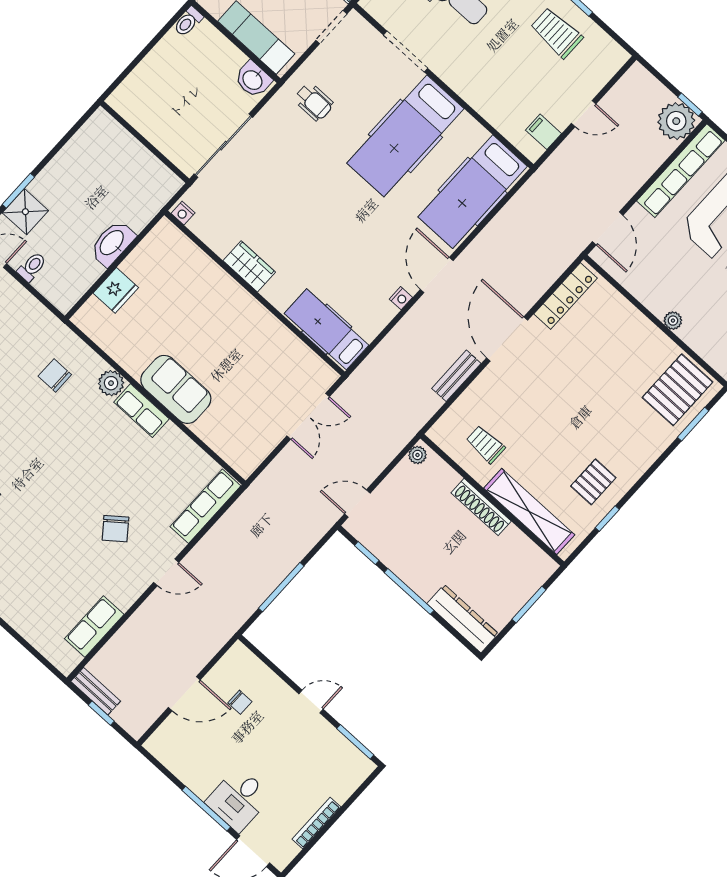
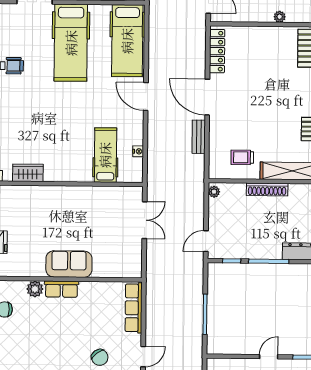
wardrobe: (249, 266) -> (28, 173), moved
nightstand: (401, 298) -> (138, 151), moved
hospital bed: (327, 329) -> (105, 155), moved, turned 90

